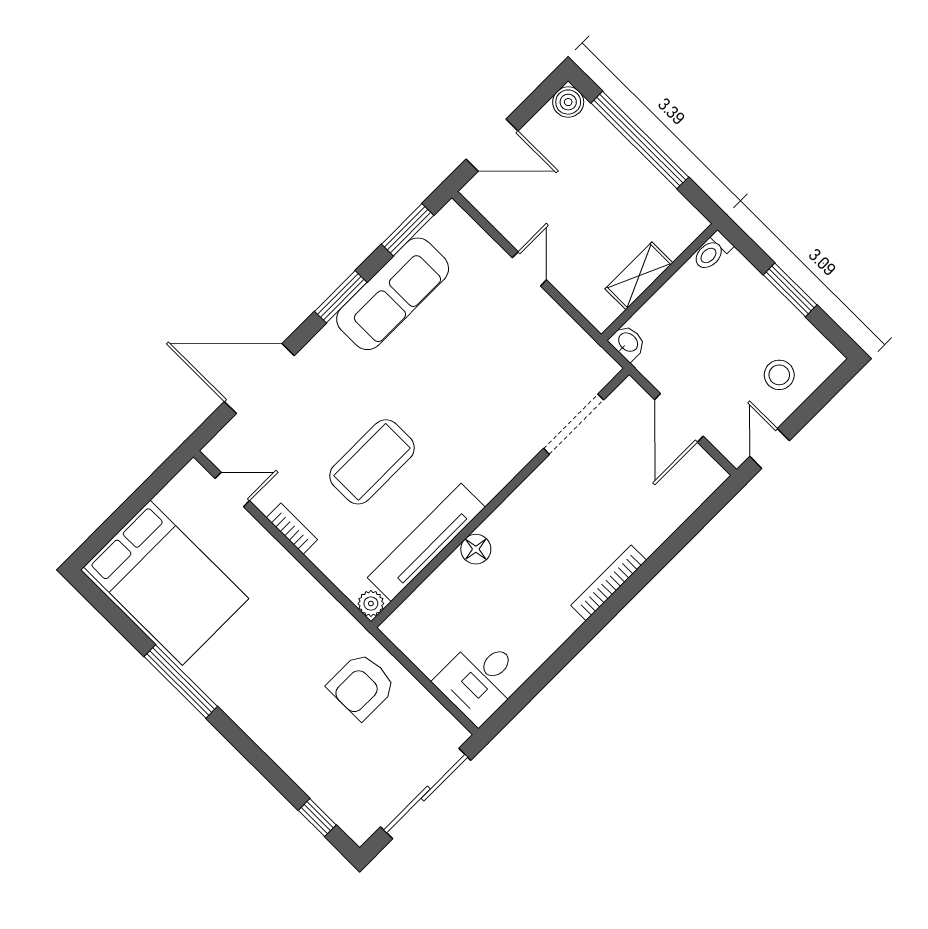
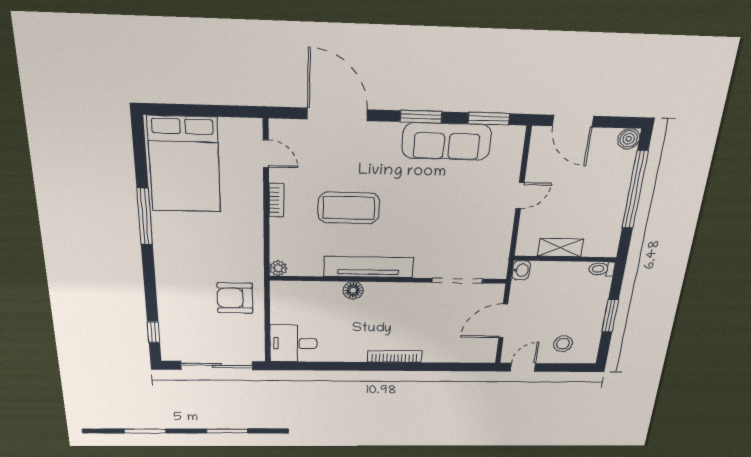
tv unit: (426, 542) -> (368, 267), moved

